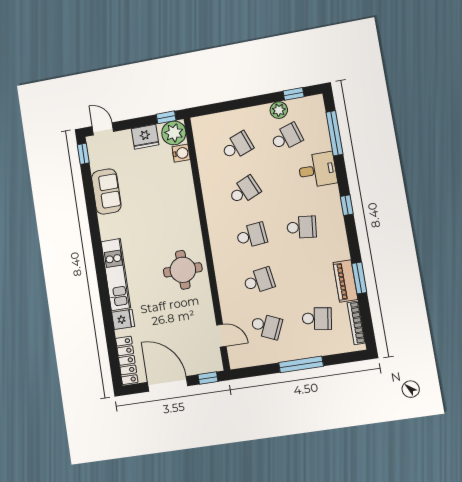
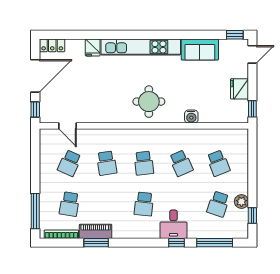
plant: (174, 133) -> (238, 113), removed
school desk: (286, 137) -> (218, 204), turned 36
water cooler: (181, 153) -> (191, 117), moved
desk: (317, 170) -> (173, 224), moved
window: (347, 205) -> (177, 243), moved
round table: (183, 270) -> (149, 102), moved
kitchen unit: (116, 275) -> (141, 47), width x1.36
door: (221, 336) -> (67, 126), hinge flipped
locker: (127, 360) -> (52, 45), width x0.66
window: (301, 364) -> (35, 211), moved

